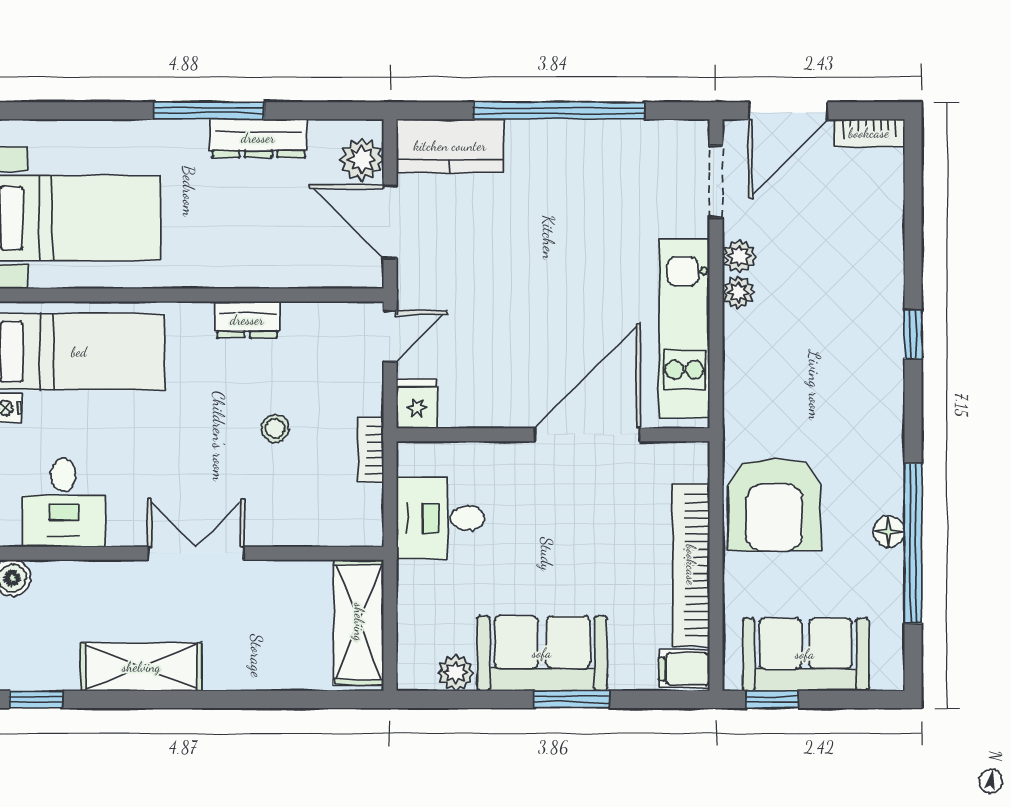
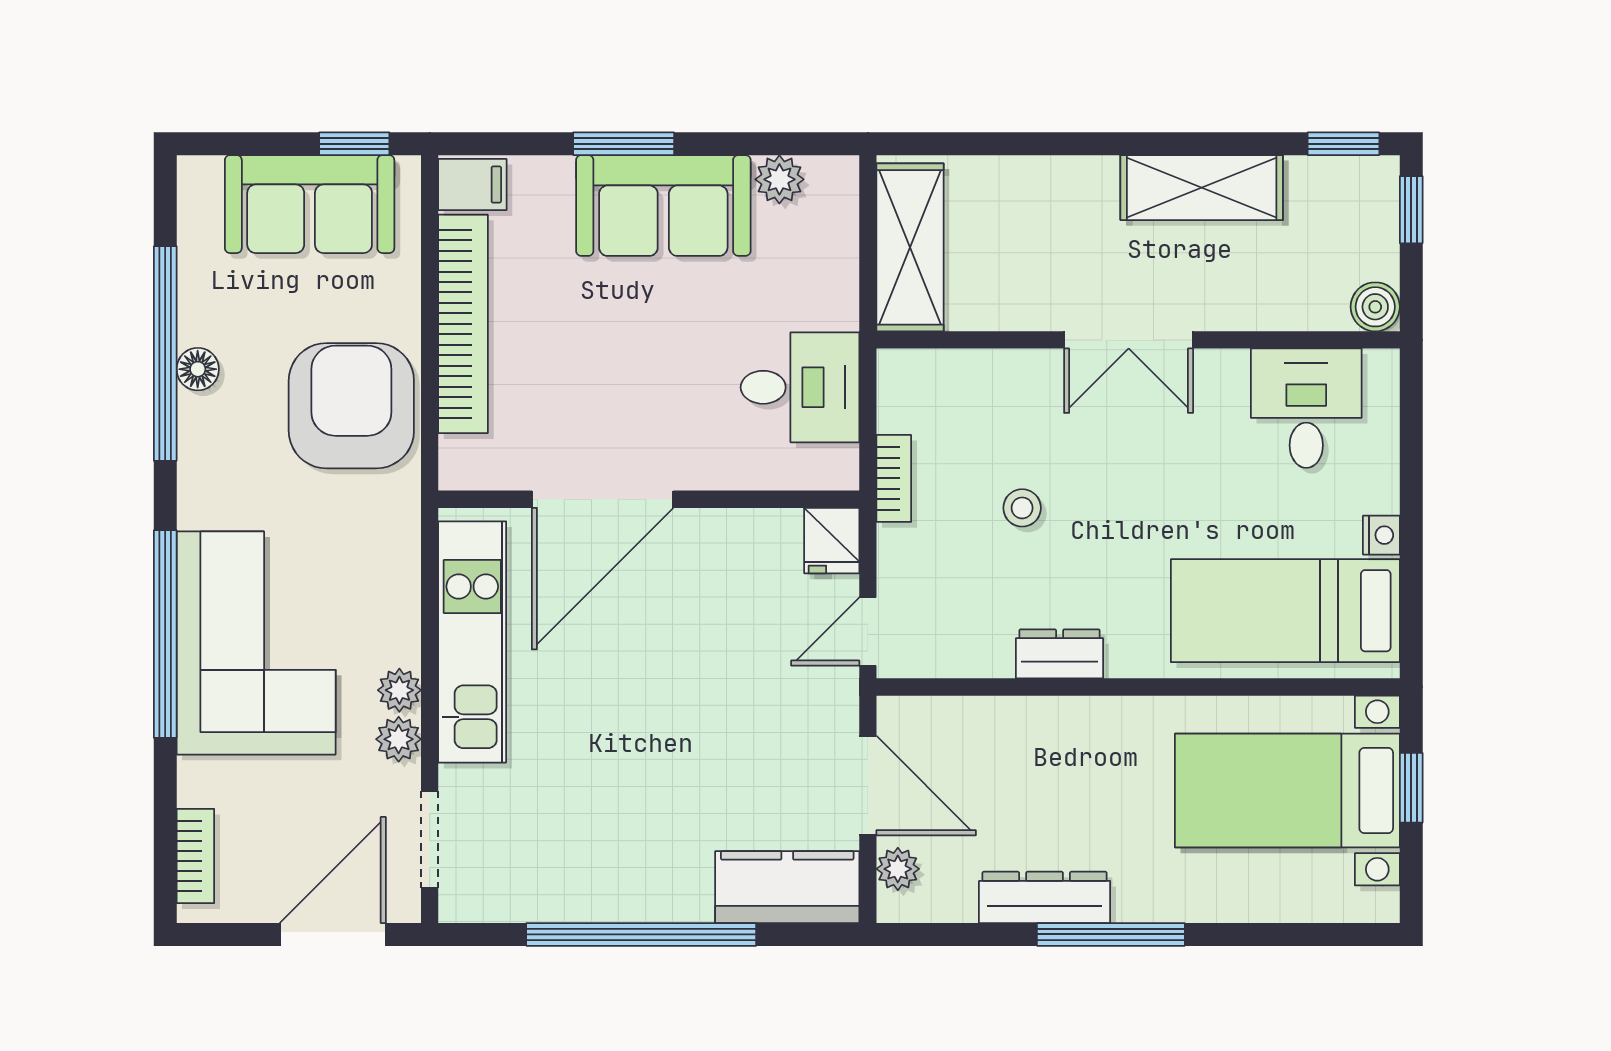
bookcase: (869, 133) -> (195, 856), moved, turned 90
plant: (362, 160) -> (898, 869), width x0.73, depth x0.73
corner sofa: (845, 328) -> (256, 643), added
window: (913, 334) -> (165, 634), width x3.17

